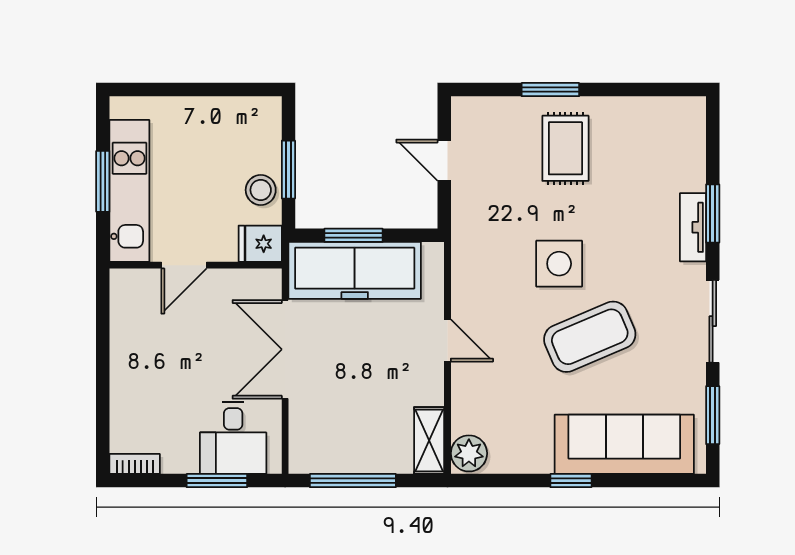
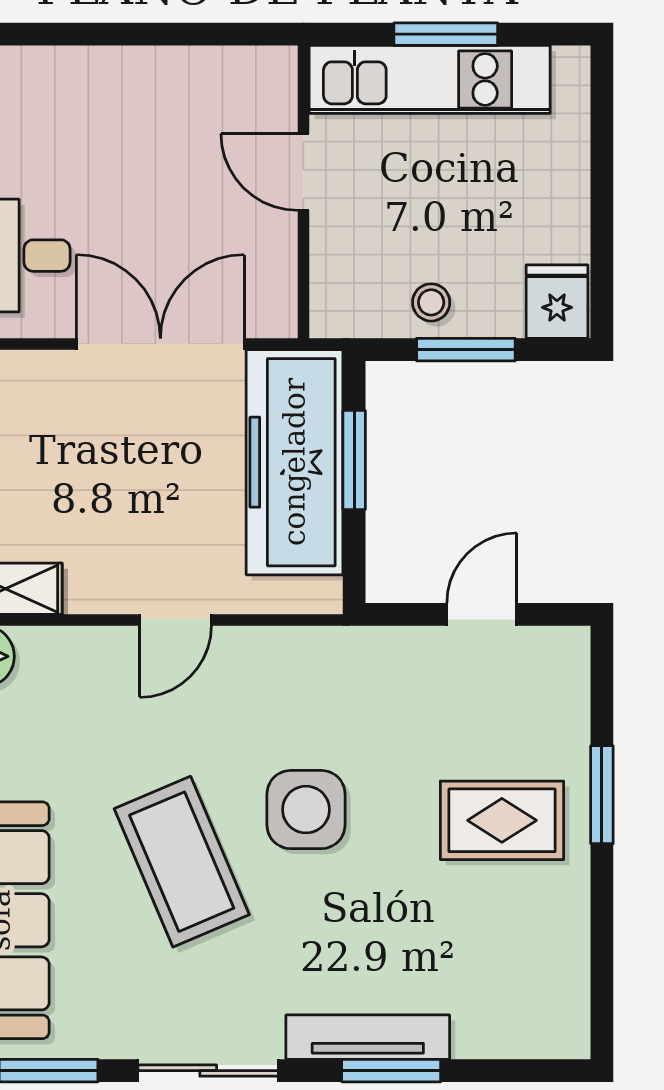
stool: (261, 190) -> (431, 302), width x0.73, depth x0.73
tv unit: (693, 227) -> (368, 1037), width x1.41
fridge: (260, 244) -> (557, 302), moved

